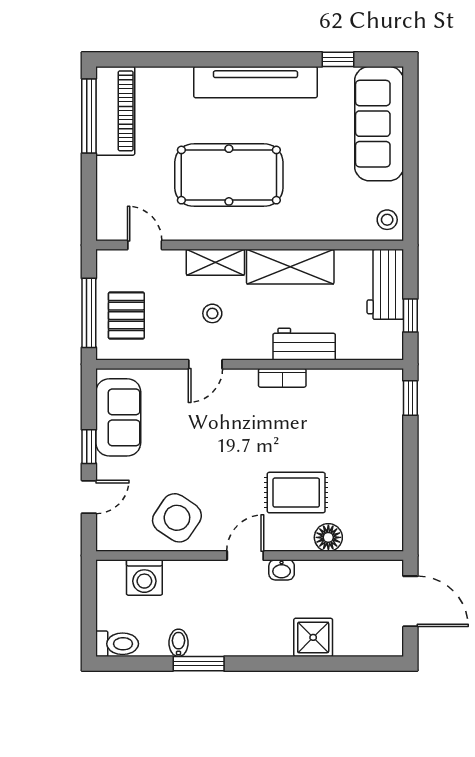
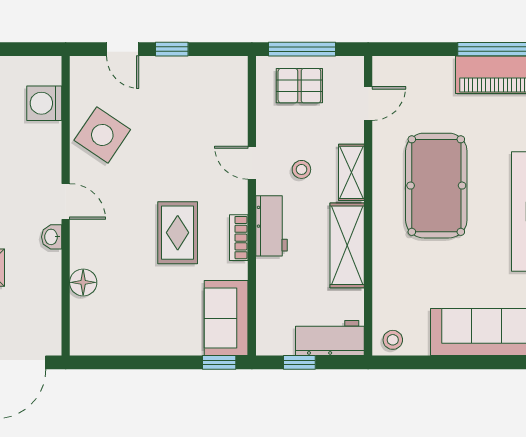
workbench: (304, 344) -> (272, 226), moved
sofa: (118, 417) -> (226, 318), moved, turned 90
rug: (296, 493) -> (178, 233), moved

